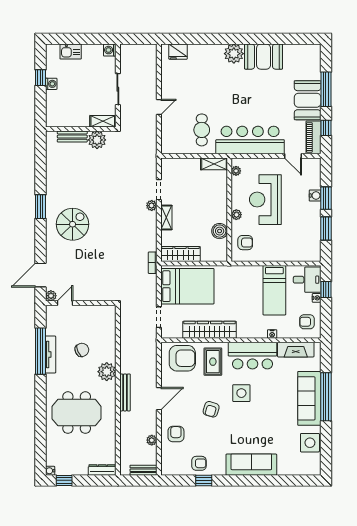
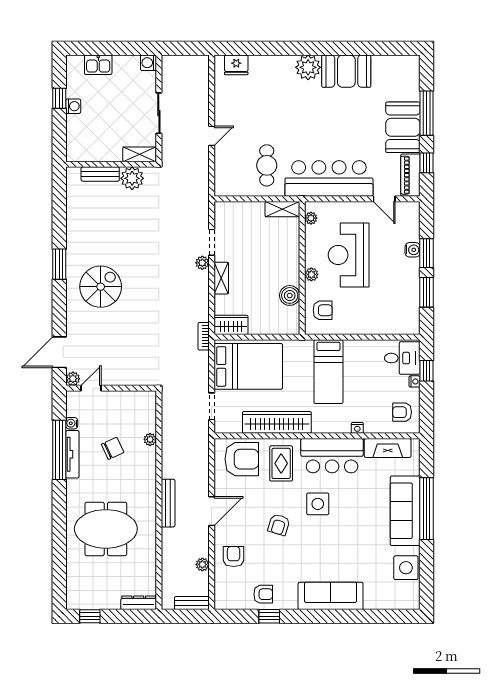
wardrobe: (180, 254) -> (231, 325), width x0.67
bed: (274, 290) -> (328, 372), moved
plant: (107, 372) -> (150, 439), moved, width x0.53, depth x0.53
water cooler: (50, 471) -> (72, 423), moved

